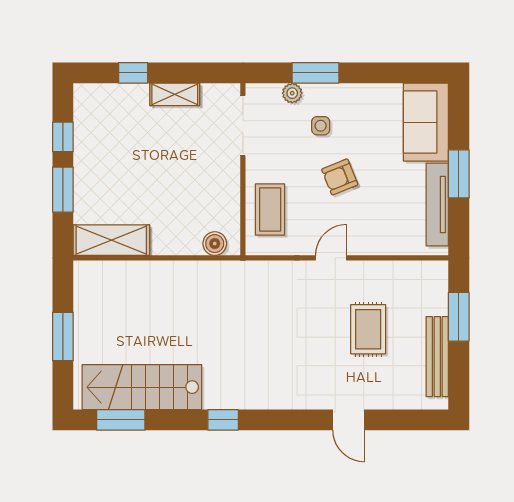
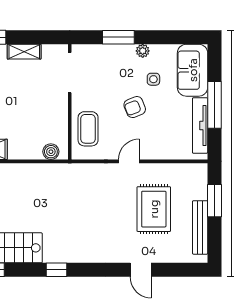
plant: (292, 93) -> (143, 51), moved
side table: (321, 126) -> (153, 79), moved
window: (459, 174) -> (215, 105), width x1.44
rug: (368, 329) -> (154, 209), width x1.36, depth x1.43

